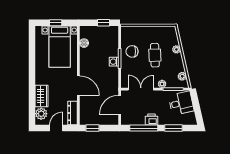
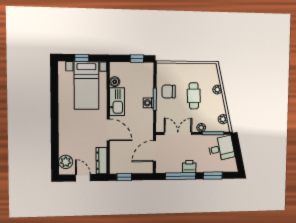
kitchen sink: (86, 61) -> (117, 102), added
wardrobe: (42, 96) -> (66, 142), removed
door: (56, 128) -> (83, 178), hinge flipped

